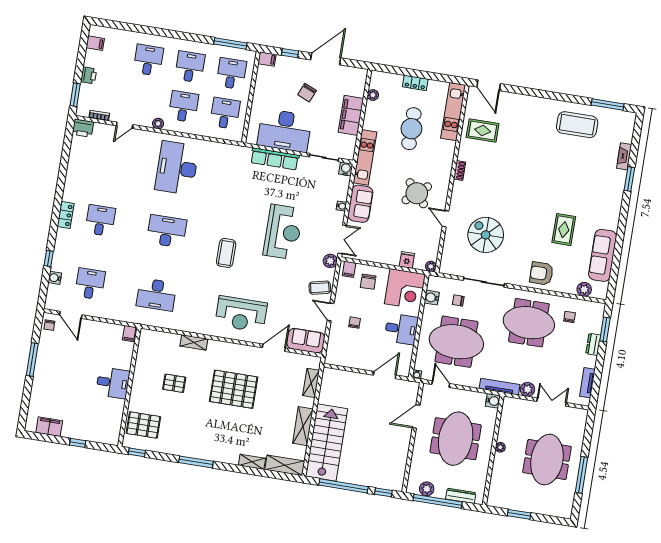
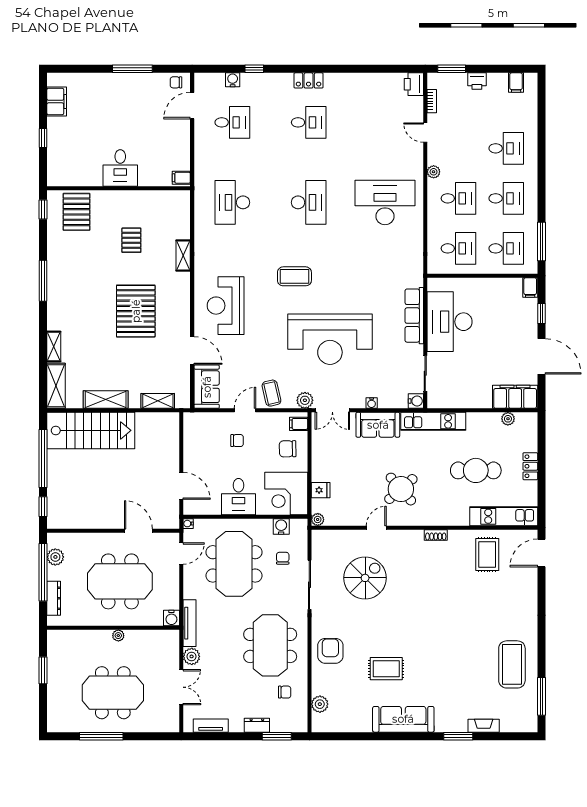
chair: (307, 93) -> (498, 341), removed
filing cabinet: (351, 115) -> (515, 397), moved
reception desk: (283, 232) -> (330, 339), width x1.36, depth x1.30
sofa: (603, 255) -> (403, 719), moved

